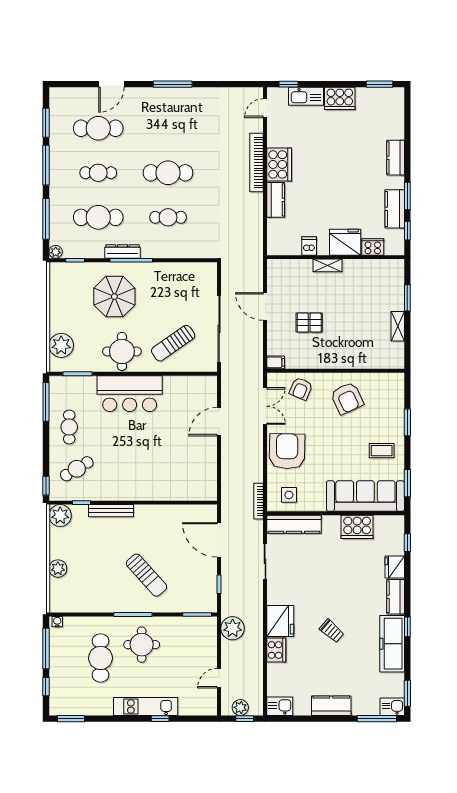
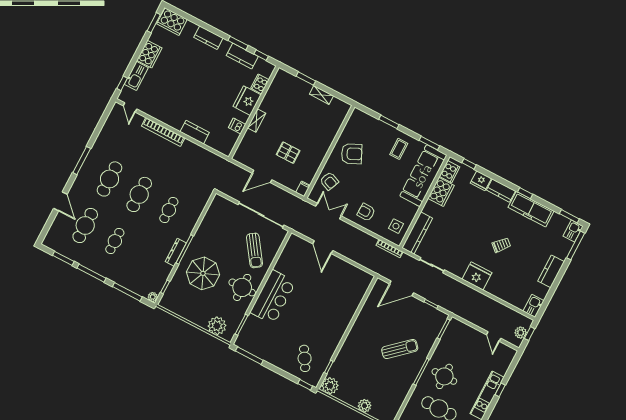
cooker: (279, 164) -> (172, 22), moved, turned 180
cafe table: (98, 217) -> (109, 179), moved
pallet: (309, 323) -> (288, 153), turned 90
cafe table: (69, 427) -> (274, 349), removed
armchair: (287, 451) -> (366, 212), width x0.53, depth x0.53
bench: (111, 511) -> (344, 350), removed
plant: (233, 628) -> (465, 310), removed
cooker: (276, 650) -> (450, 172), moved, turned 90

